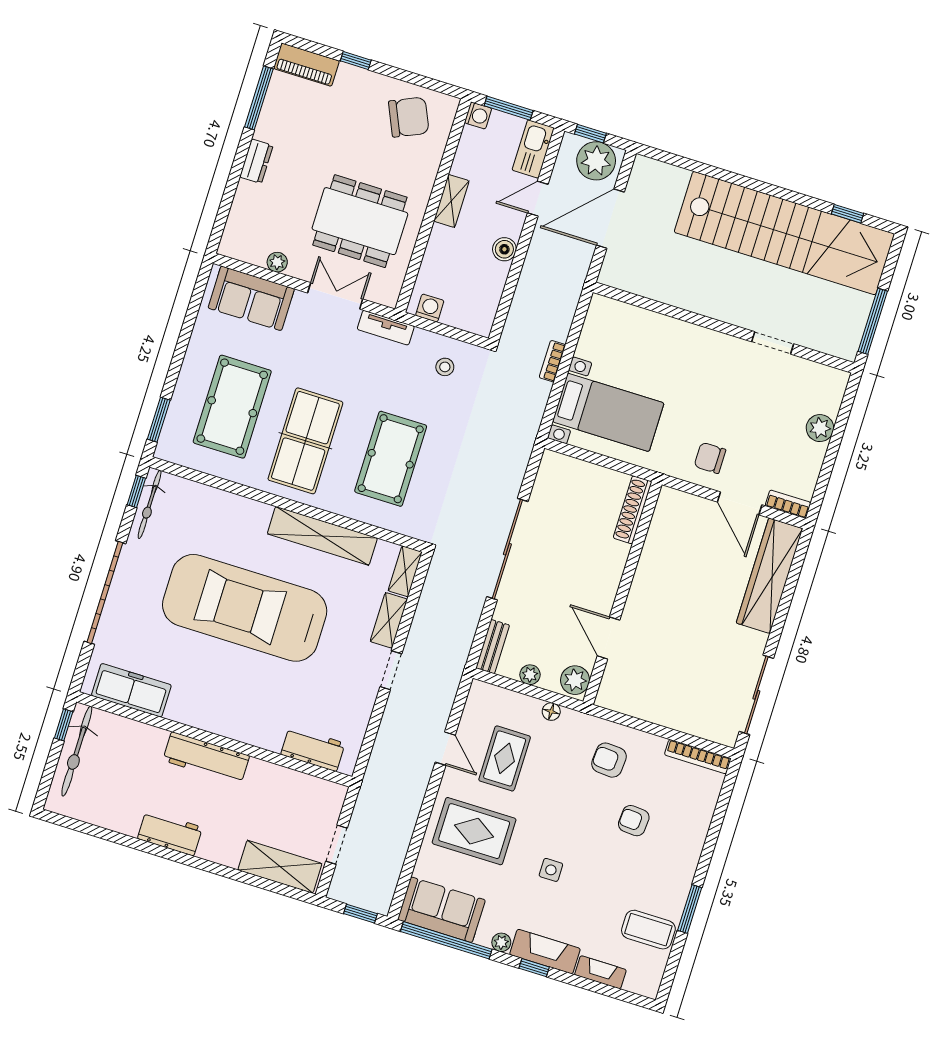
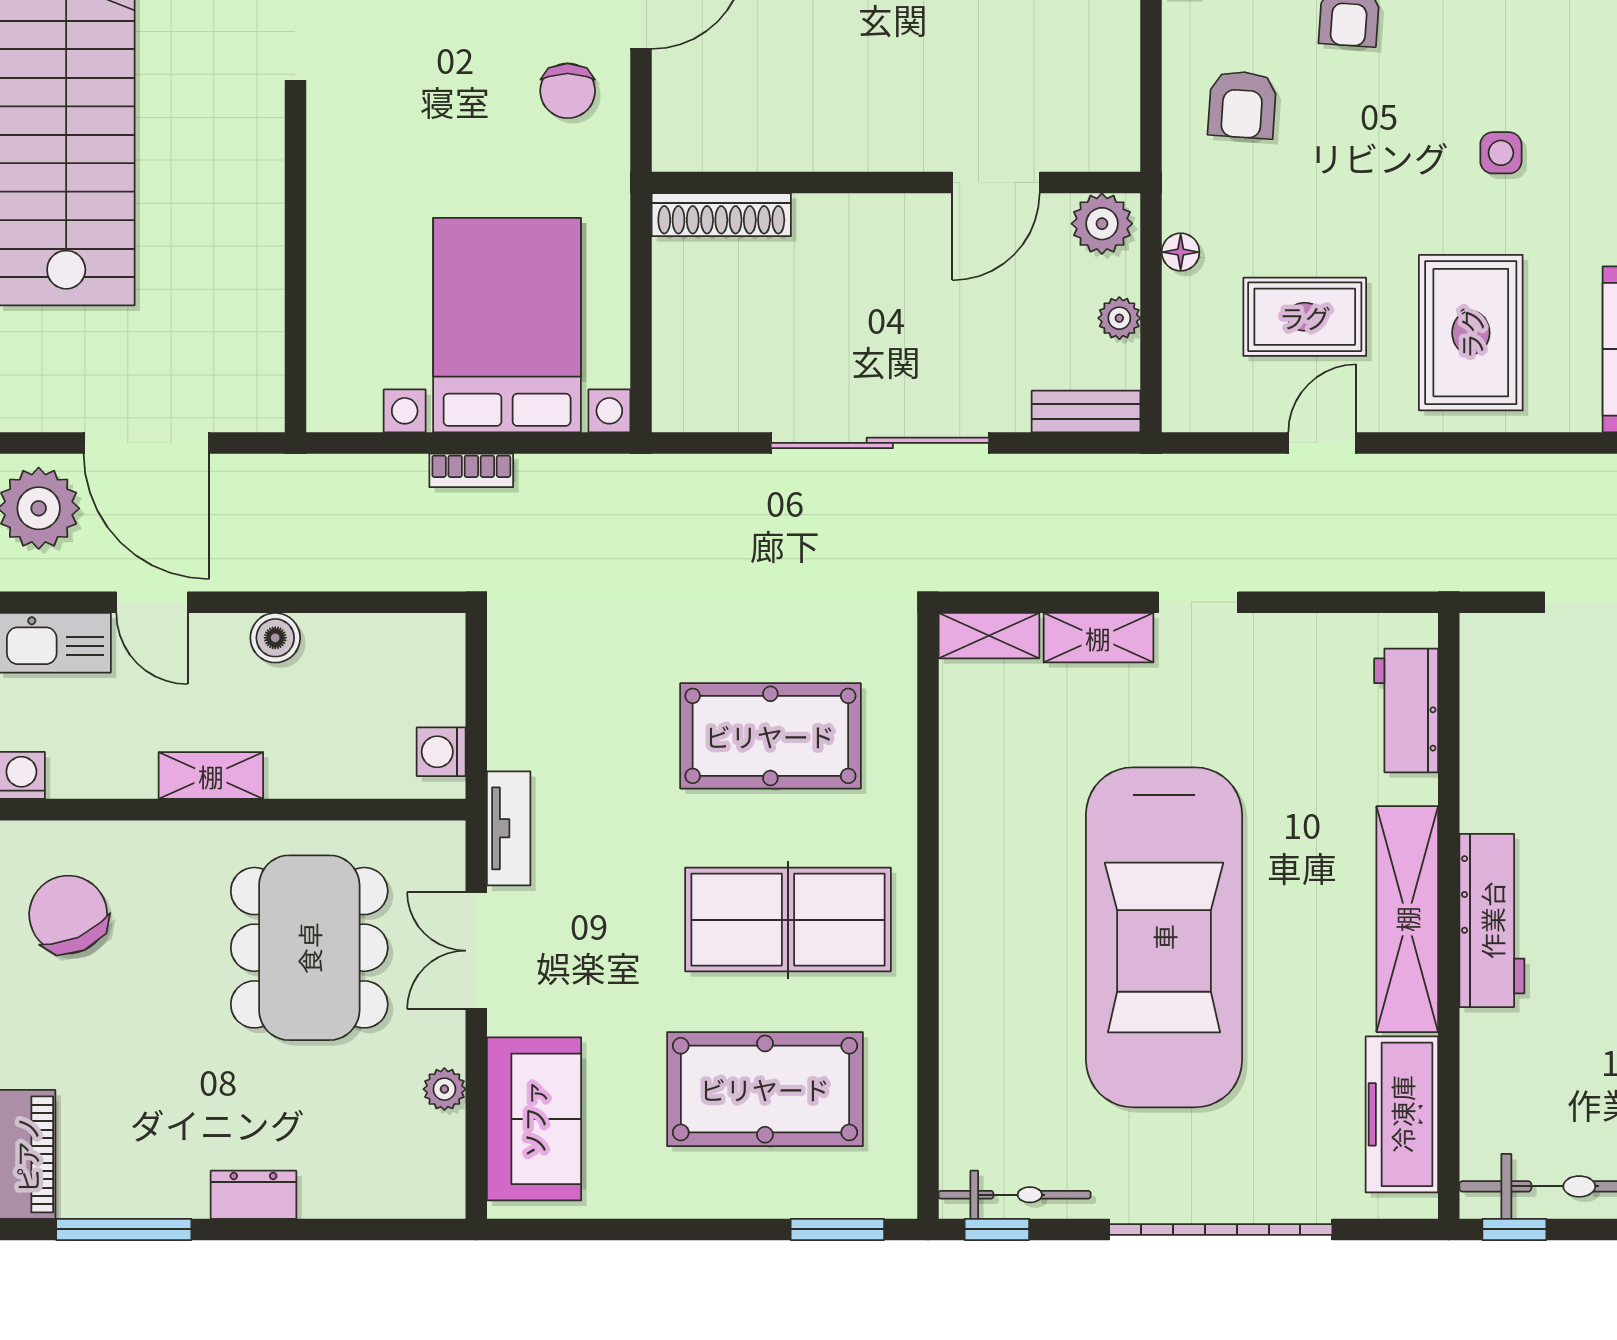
stool: (445, 367) -> (551, 684), removed
bed with nightstands: (608, 412) -> (507, 325), width x1.36
shelving: (322, 536) -> (1407, 919), moved

